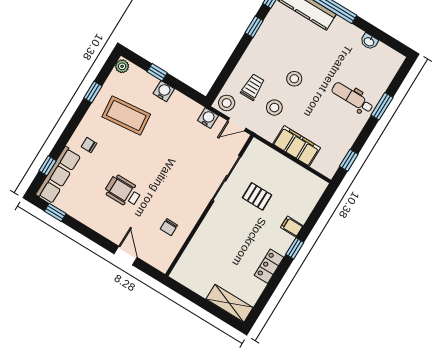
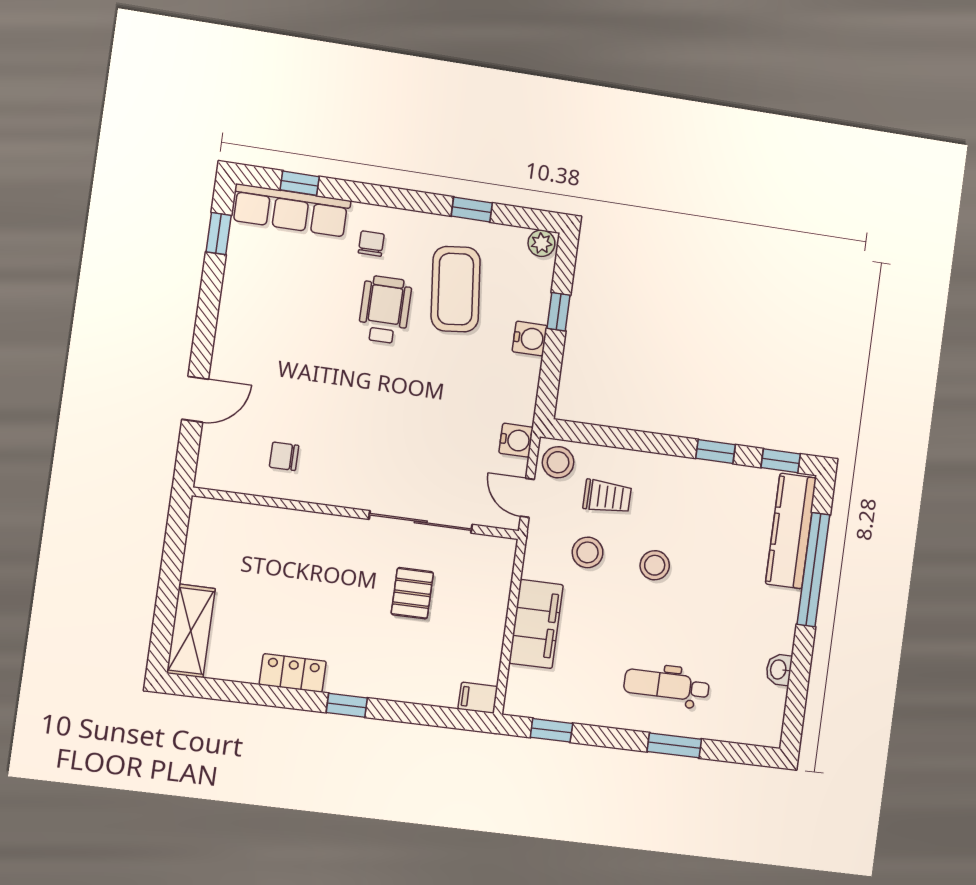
dental chair: (352, 98) -> (667, 685), turned -90
wheelchair: (123, 191) -> (385, 310), moved
filing cabinet: (292, 227) -> (478, 698), moved, turned -90

